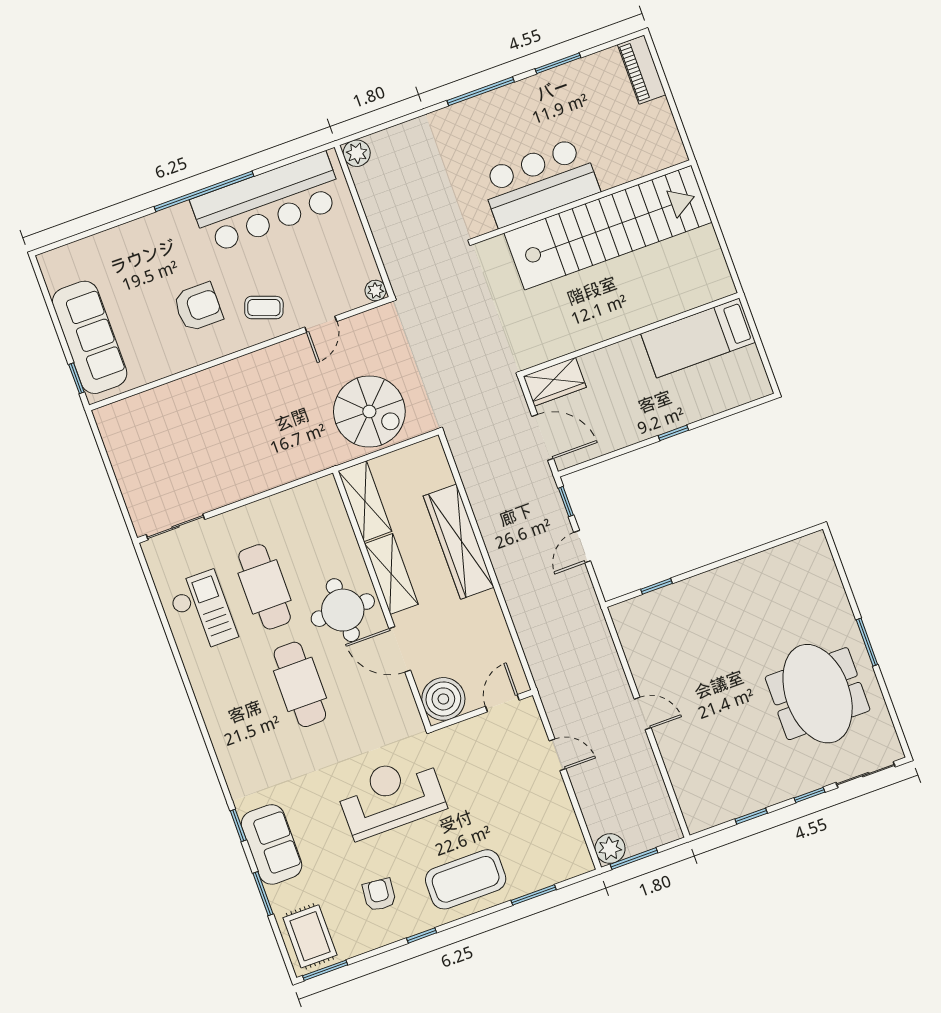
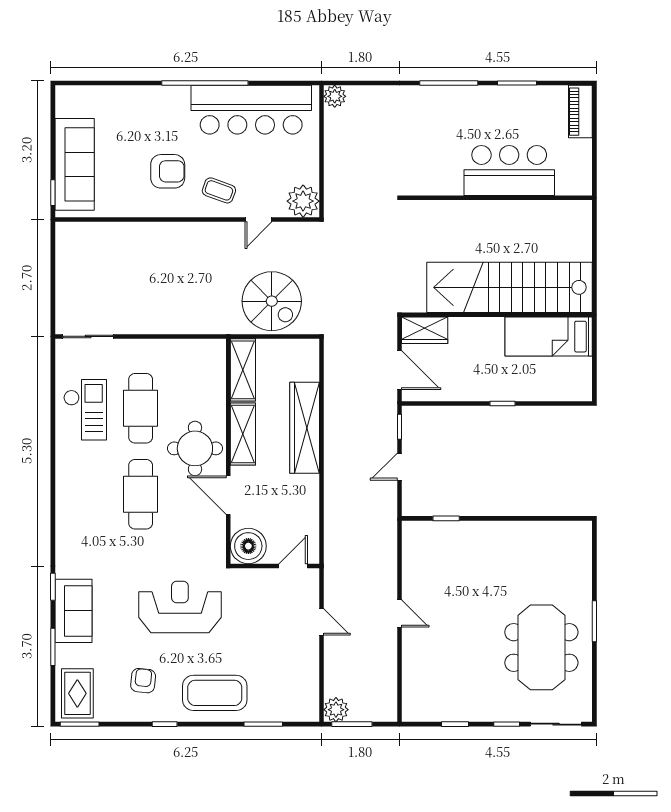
bar counter: (539, 182) -> (509, 171), moved
stairs: (608, 228) -> (510, 287), moved, turned 180
plant: (376, 291) -> (303, 201), width x1.88, depth x1.88

